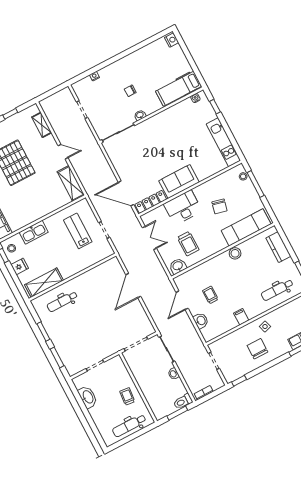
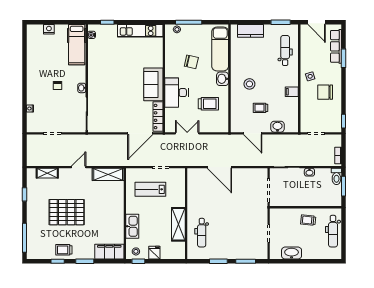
nightstand: (172, 40) -> (49, 29), moved
stool: (235, 253) -> (249, 84), moved
washbasin: (178, 266) -> (223, 79), moved
shelving: (44, 283) -> (178, 224), moved
dental chair: (277, 290) -> (285, 50), turned 180

